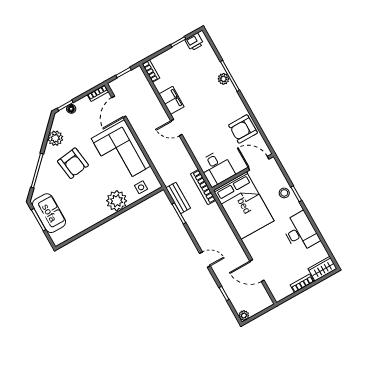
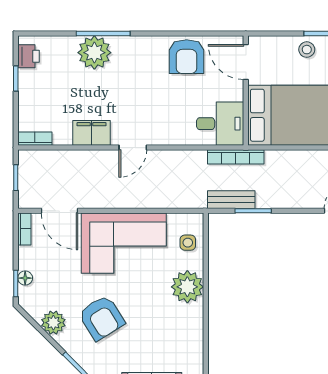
plant: (223, 79) -> (94, 53), width x1.87, depth x1.87
armchair: (73, 163) -> (102, 318), turned 66
door: (258, 163) -> (246, 62), hinge flipped

